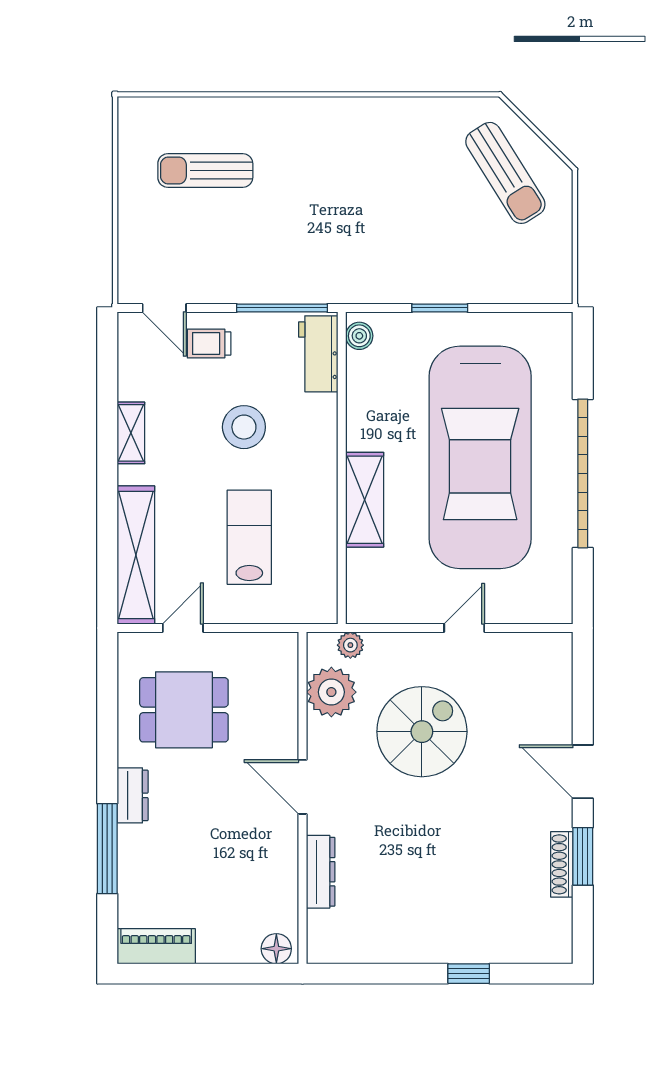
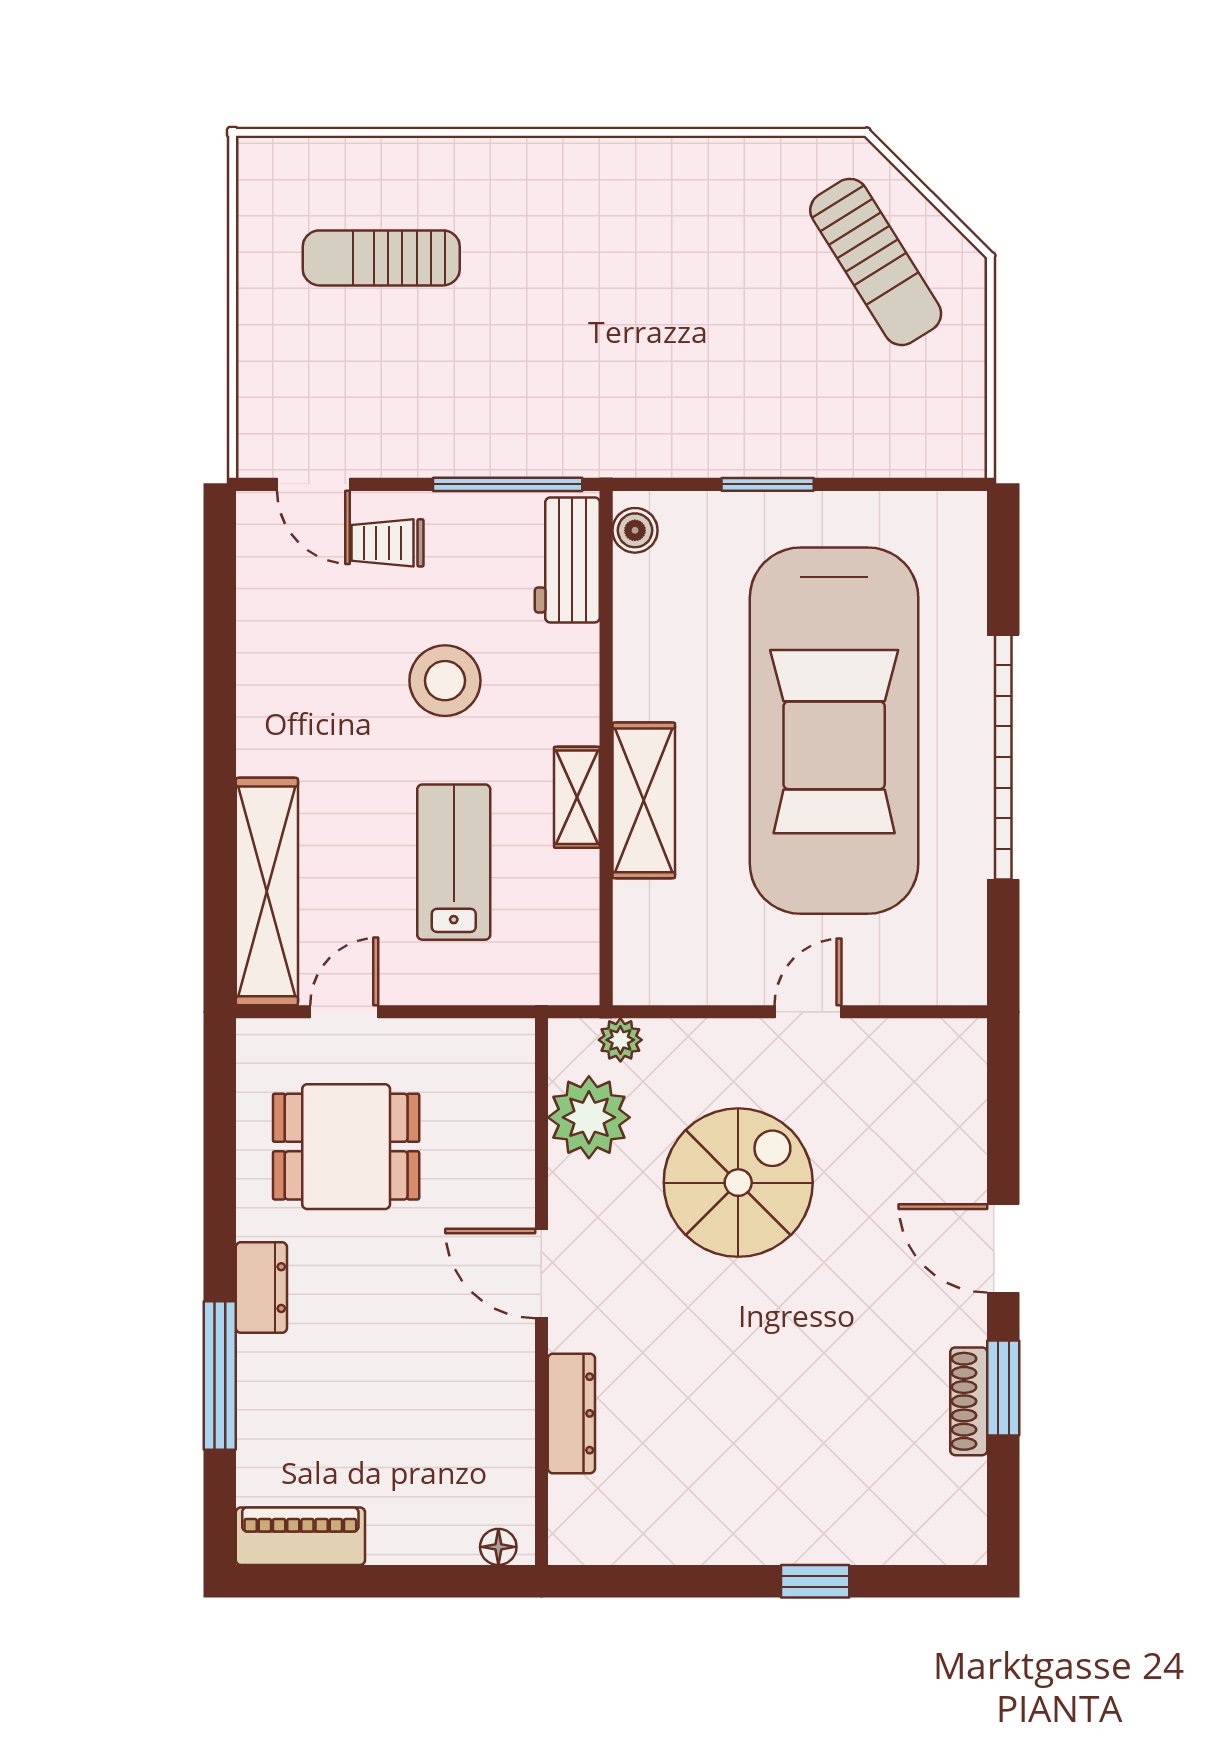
shelving: (131, 433) -> (577, 797), moved
floor lamp: (276, 949) -> (498, 1547), width x0.73, depth x0.73

